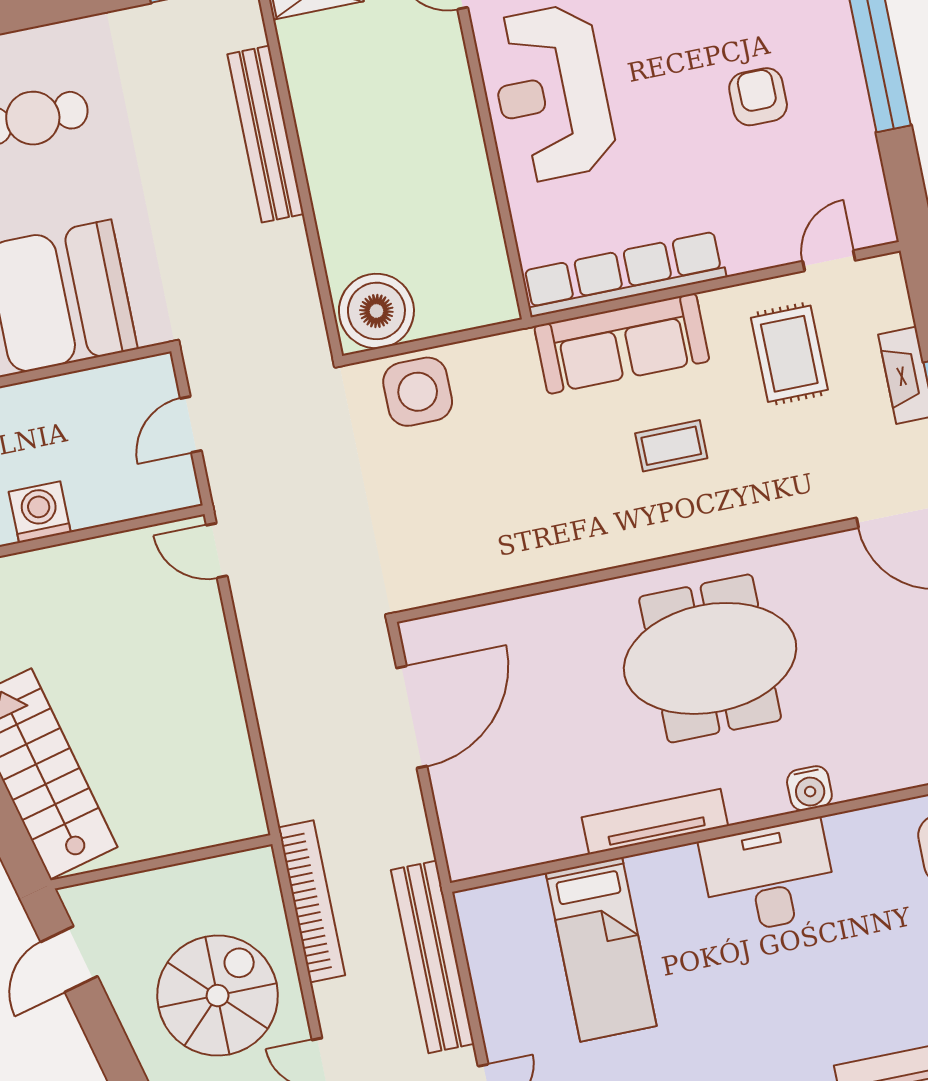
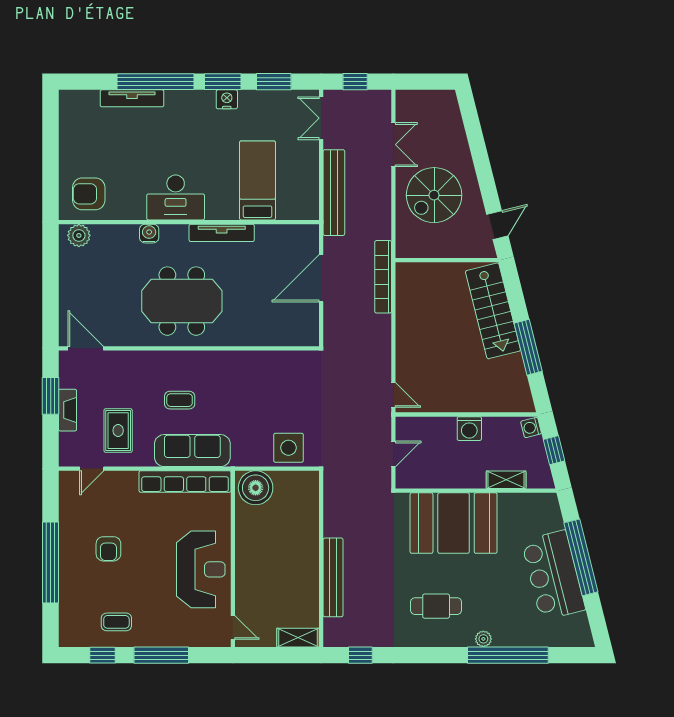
boiler: (376, 311) -> (256, 488), moved
door: (412, 717) -> (321, 278), moved
bookcase: (312, 901) -> (383, 277), moved

